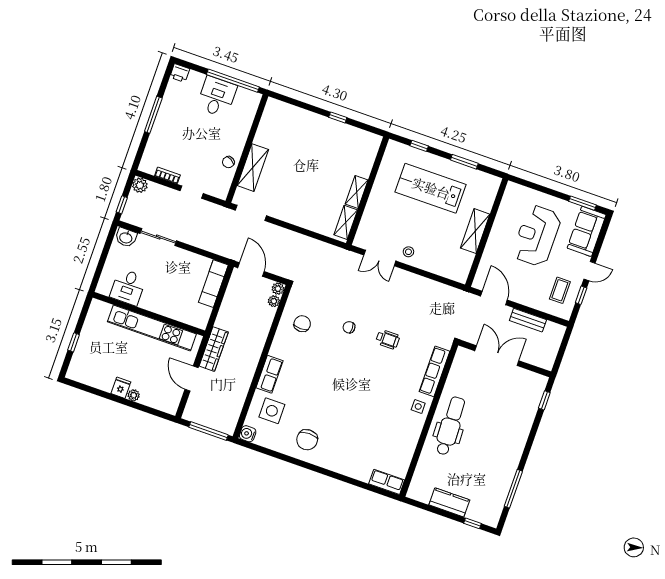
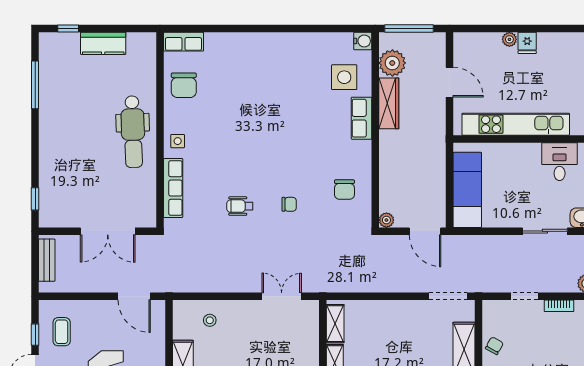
stool: (408, 252) -> (210, 320), moved
exam couch: (213, 284) -> (467, 190), width x1.36, depth x1.45
plant: (274, 301) -> (392, 63), moved, width x1.88, depth x1.88
bench: (528, 320) -> (47, 260), moved, turned 90
wardrobe: (214, 349) -> (389, 103), moved, turned 180
chair: (307, 440) -> (184, 85), moved, turned 180

